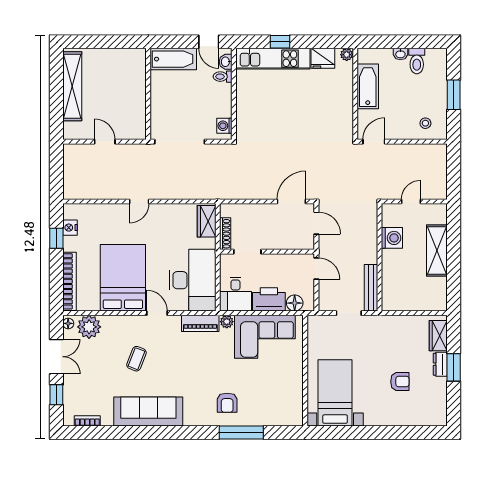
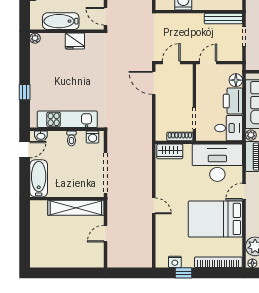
fridge: (323, 58) -> (75, 41), moved, turned 90
kitchen unit: (273, 59) -> (67, 119), moved, turned -90
toilet: (223, 77) -> (71, 138), moved
shelving: (72, 86) -> (76, 208), moved

